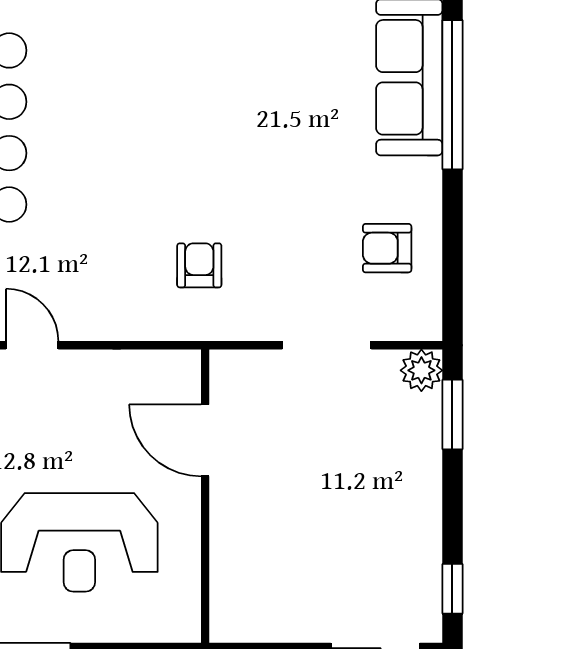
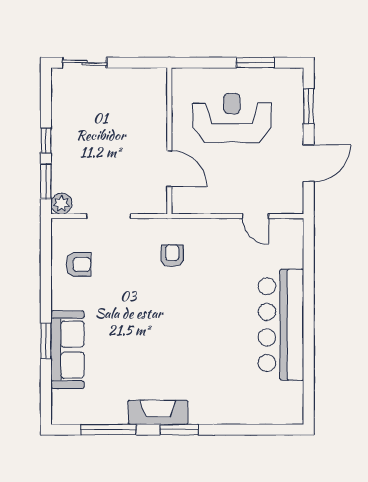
window: (452, 95) -> (46, 341), width x0.47
armchair: (199, 265) -> (172, 256), turned 180
window: (452, 589) -> (46, 141), moved

